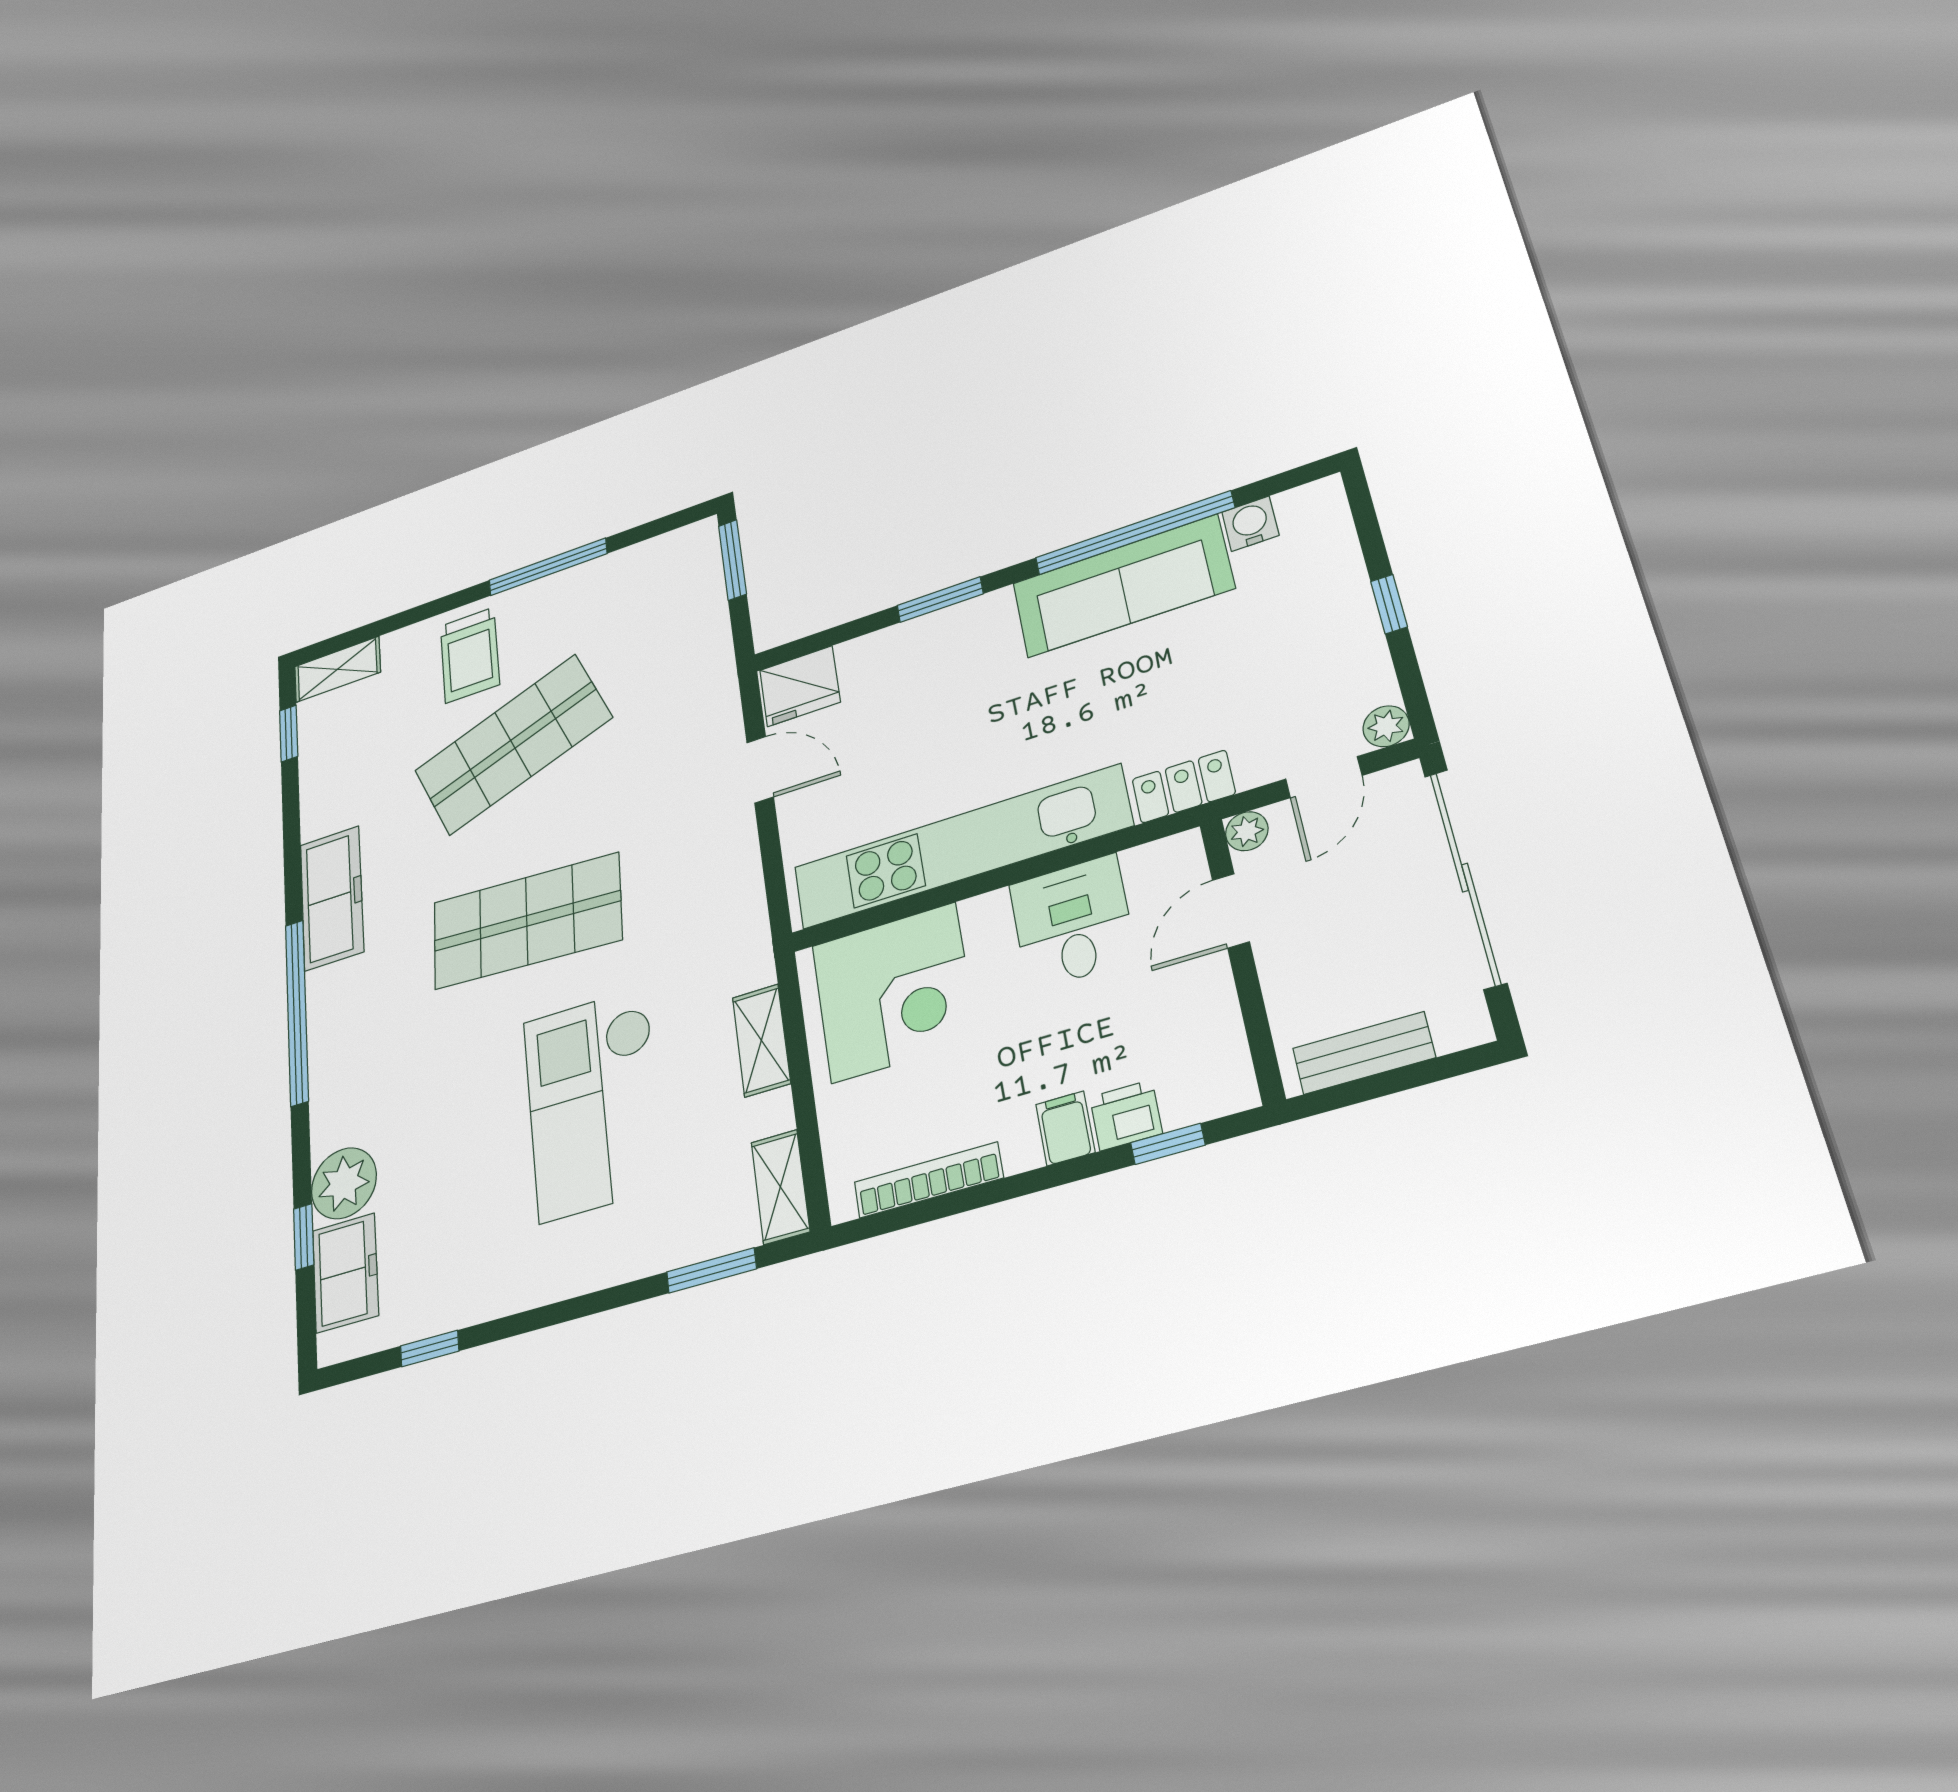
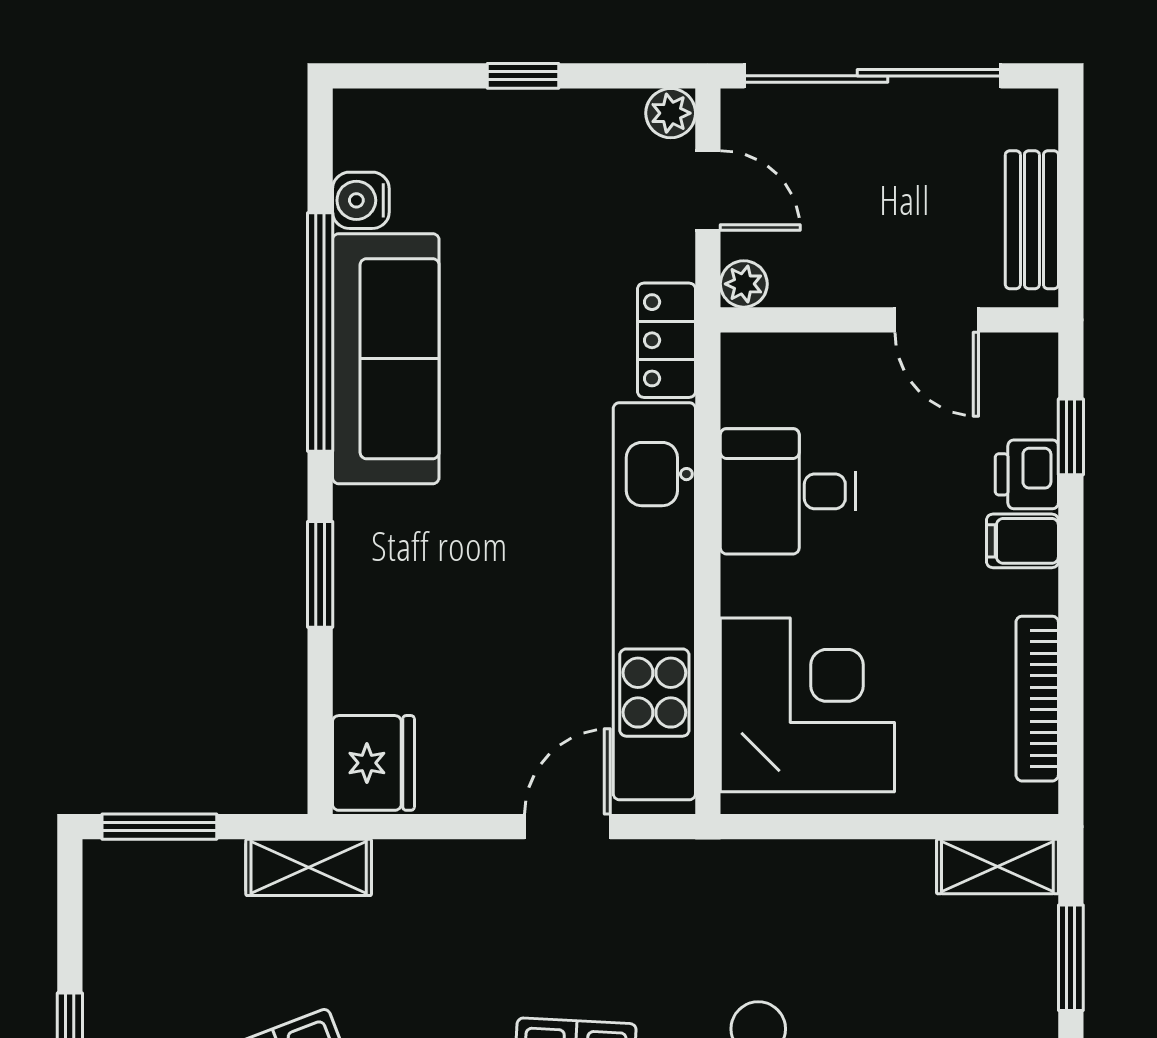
door: (760, 770) -> (567, 827), moved
door: (1231, 911) -> (937, 320), moved
shelving: (761, 1040) -> (309, 867), moved

